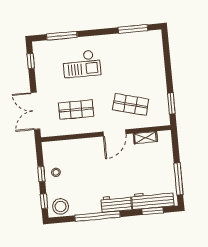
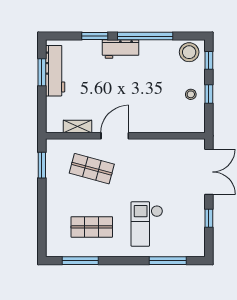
window: (31, 61) -> (209, 218), moved
checkout: (82, 64) -> (147, 224), turned -90
shop shelf: (76, 110) -> (92, 227), moved
window: (178, 179) -> (42, 72), width x0.69
workbench: (153, 200) -> (55, 71), moved, turned -90
window: (153, 211) -> (95, 36), moved

